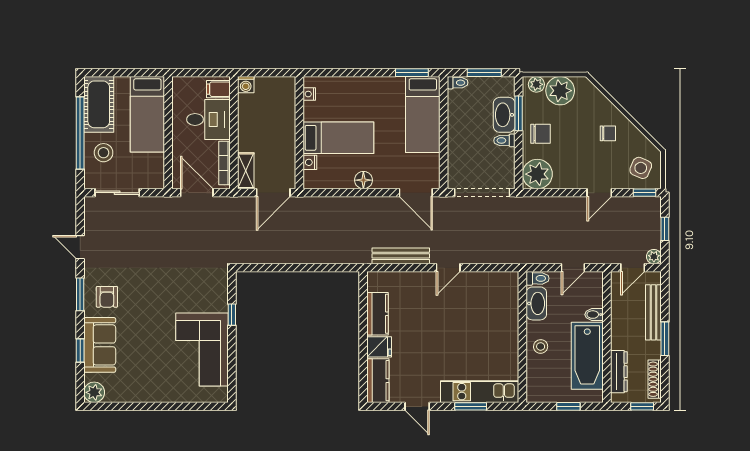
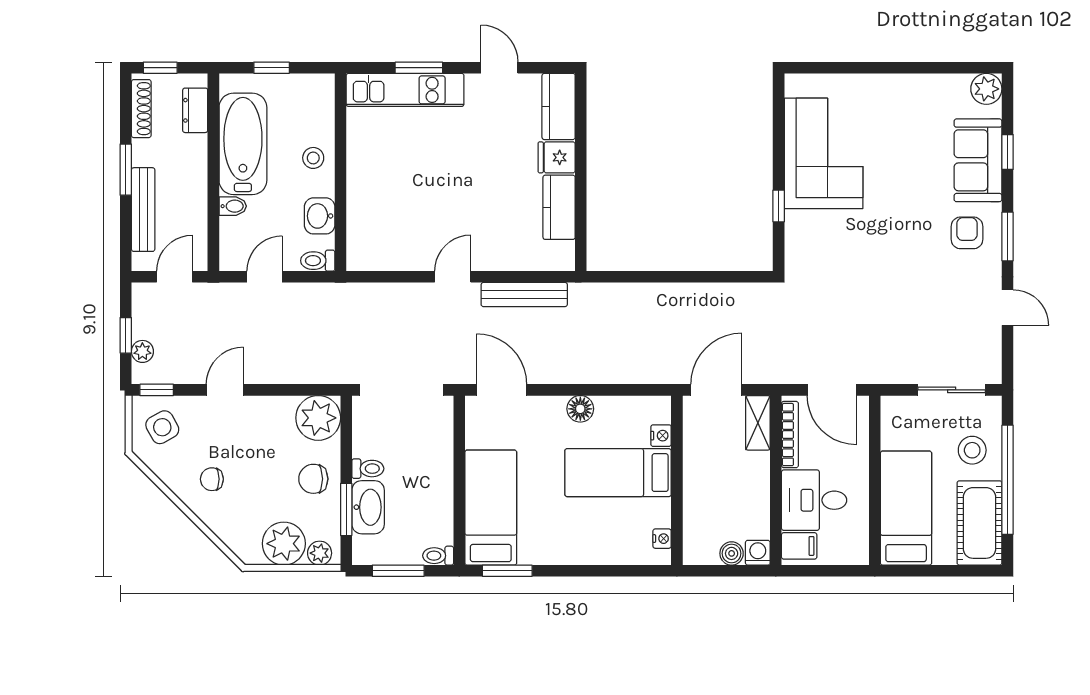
boiler: (263, 84) -> (732, 553), added
side table: (641, 168) -> (162, 427), turned 38
plant: (654, 257) -> (142, 351), moved
washbasin: (536, 303) -> (320, 216), width x0.72
dresser: (619, 372) -> (195, 110), width x0.70

